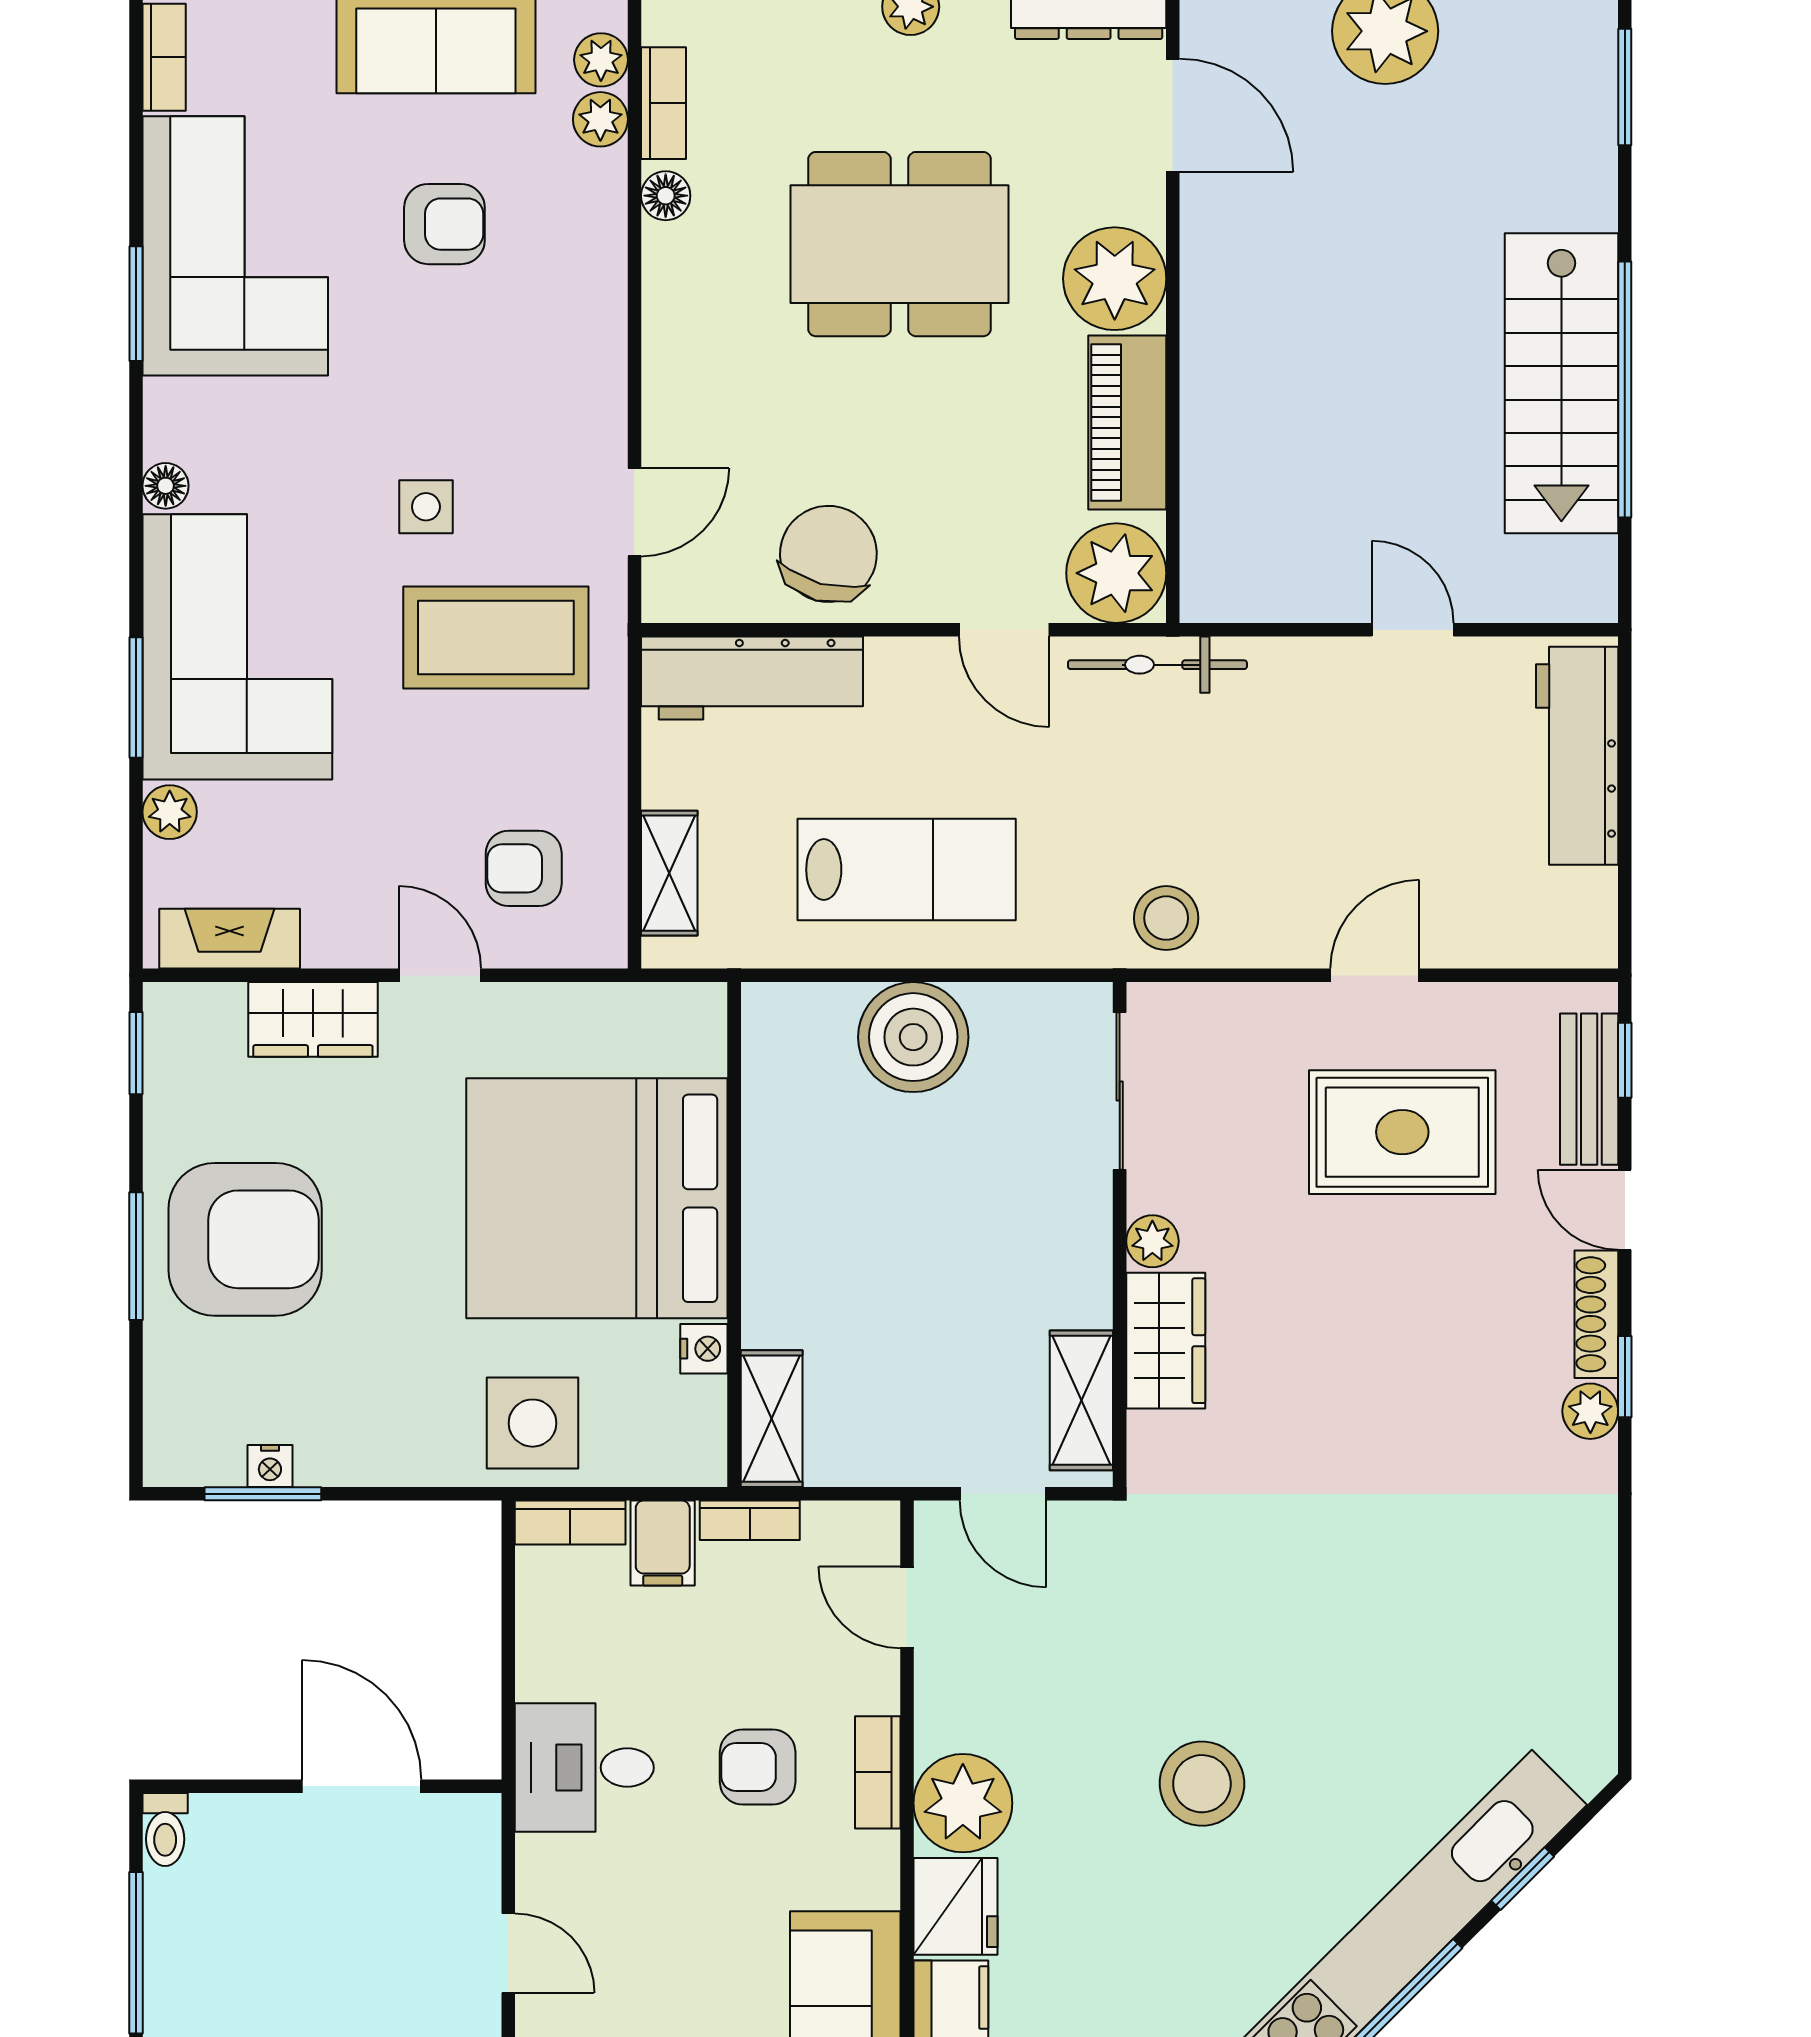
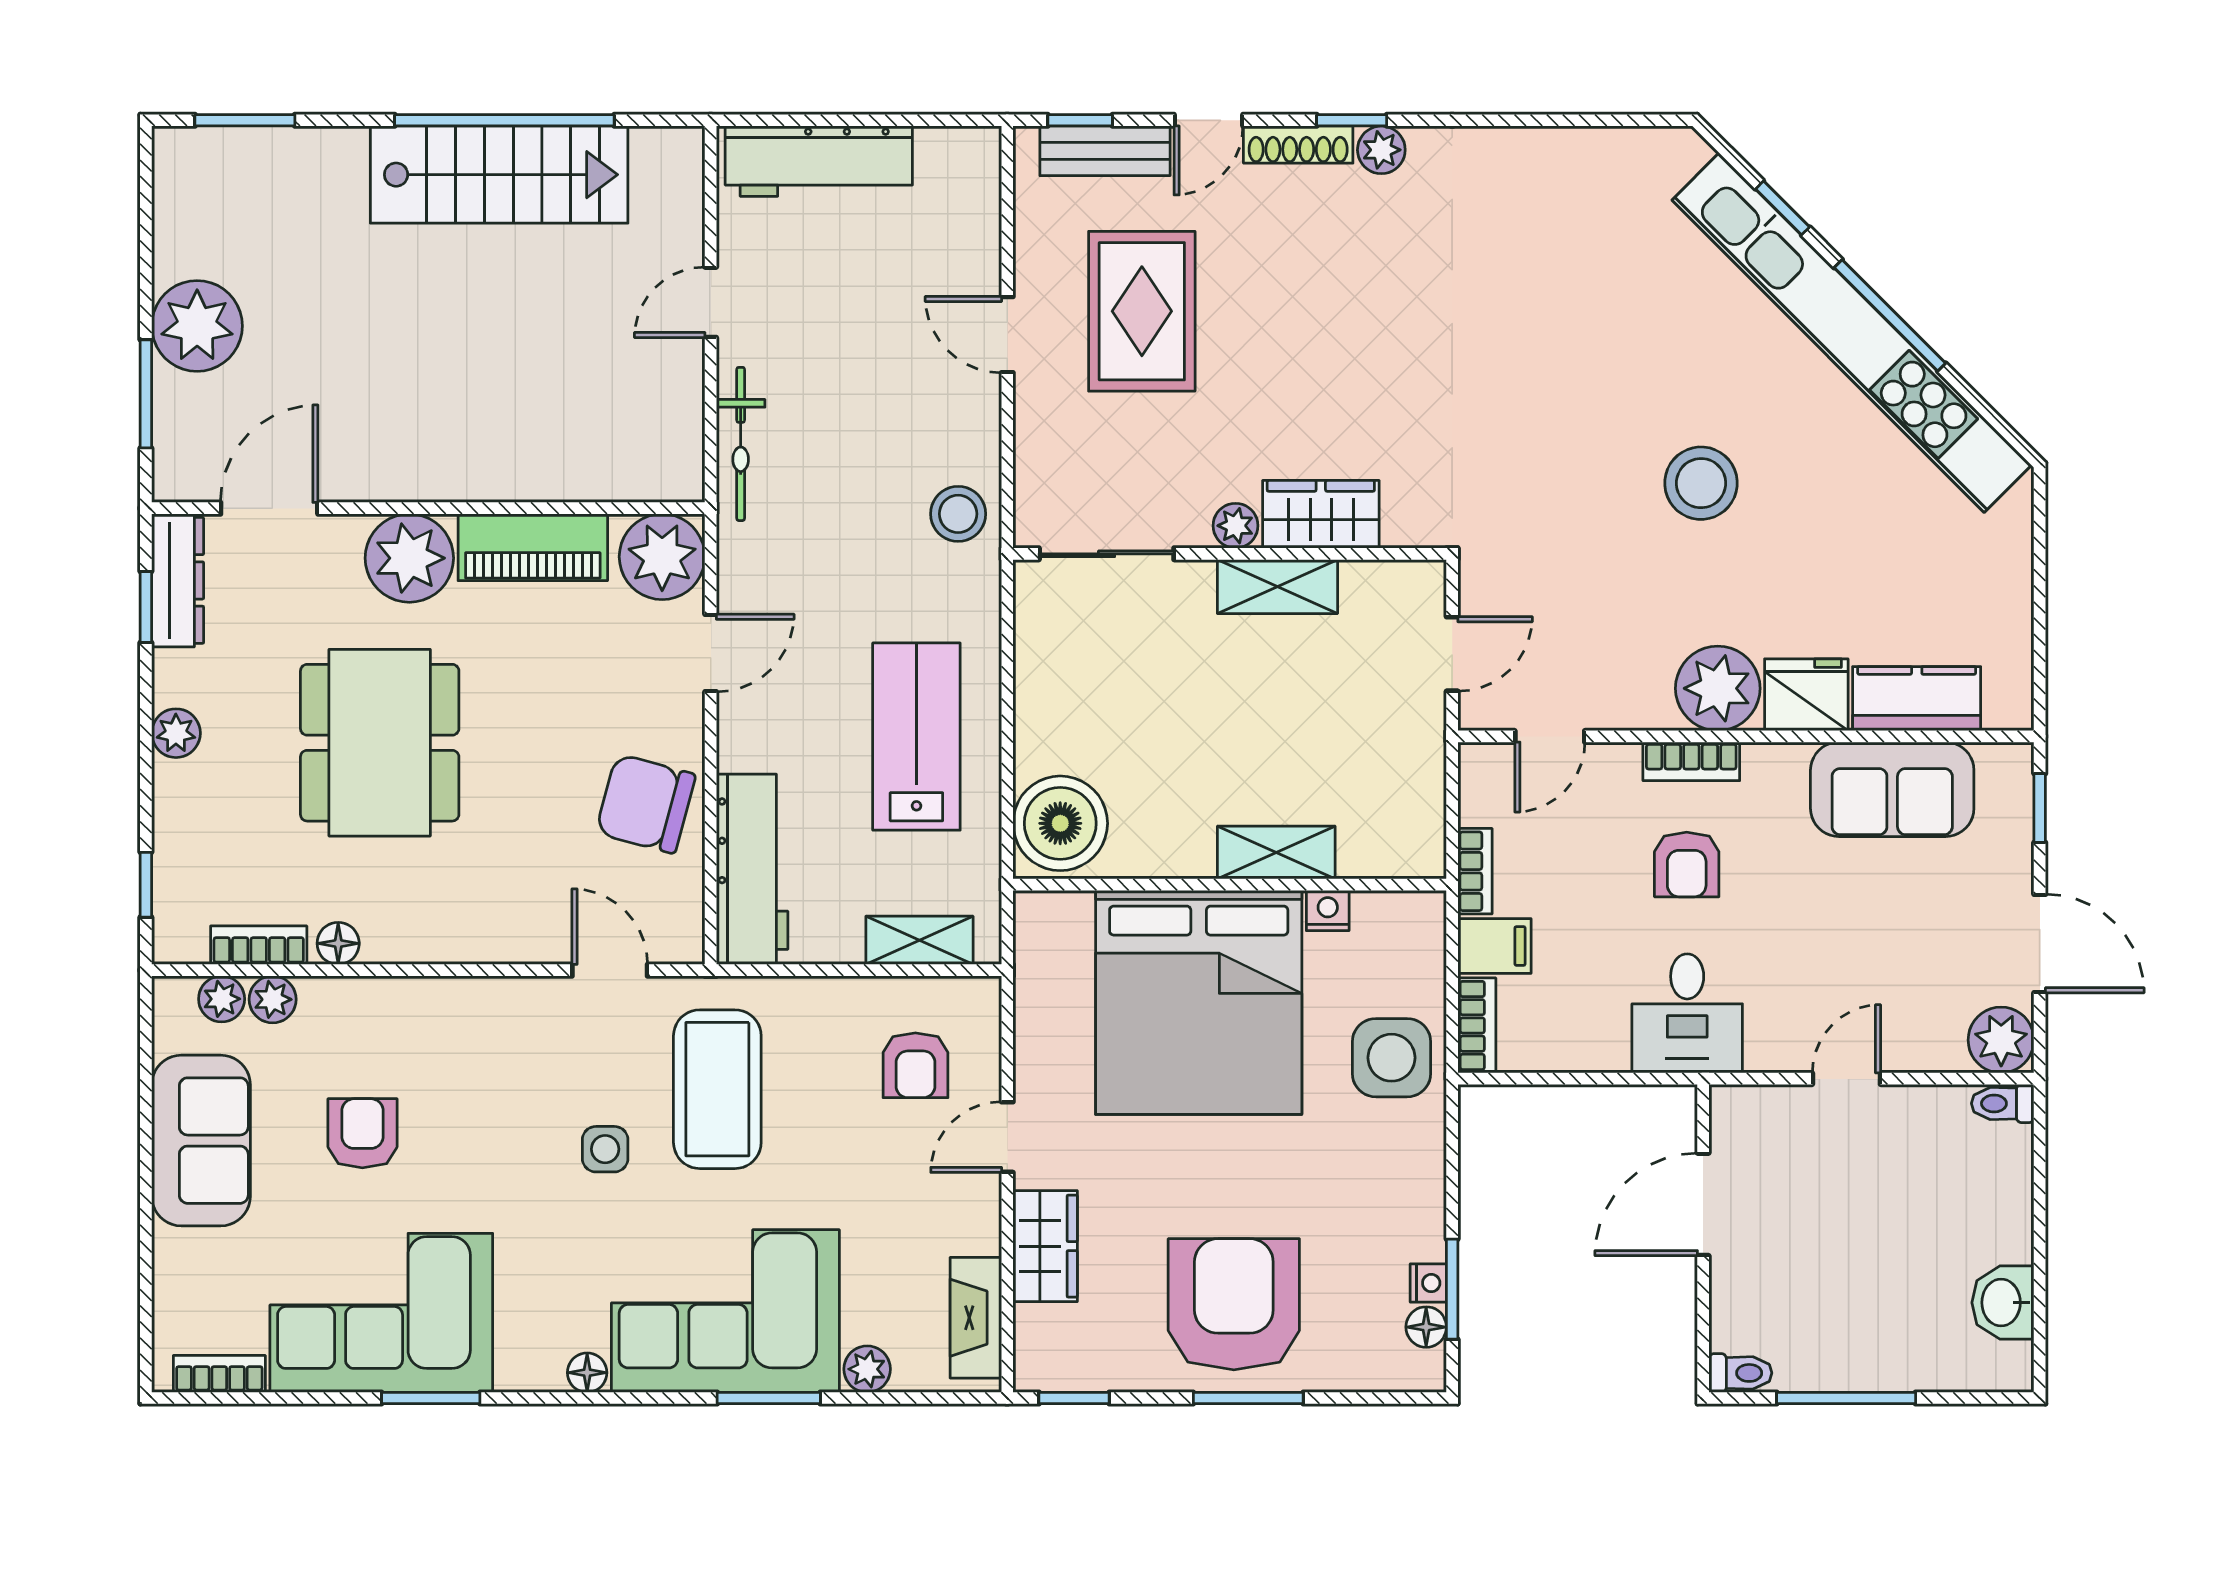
bicycle: (1157, 665) -> (741, 444), moved
boiler: (913, 1037) -> (1060, 823), moved
shelving: (1081, 1400) -> (1277, 587), moved
shelving: (772, 1419) -> (1276, 852), moved
floor lamp: (219, 1463) -> (1426, 1327), added

